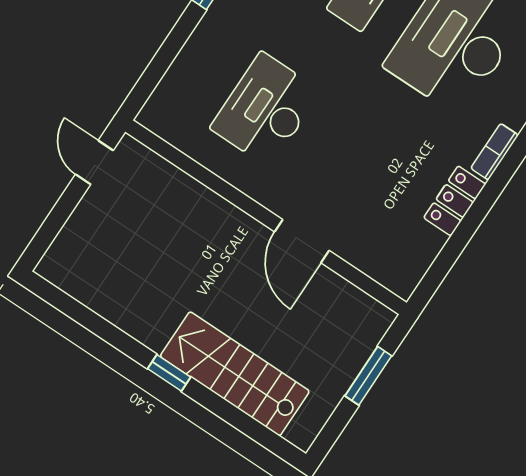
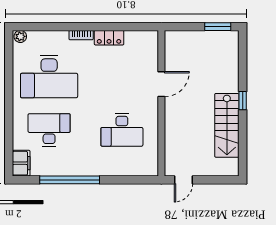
stairs: (235, 374) -> (227, 125), moved
window: (368, 376) -> (218, 27), moved

